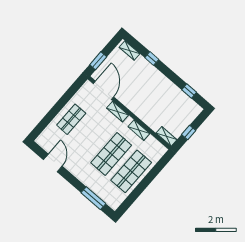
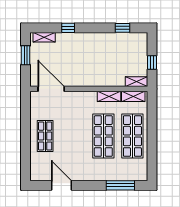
window: (98, 61) -> (26, 55), moved
shelving: (118, 112) -> (133, 96), moved

